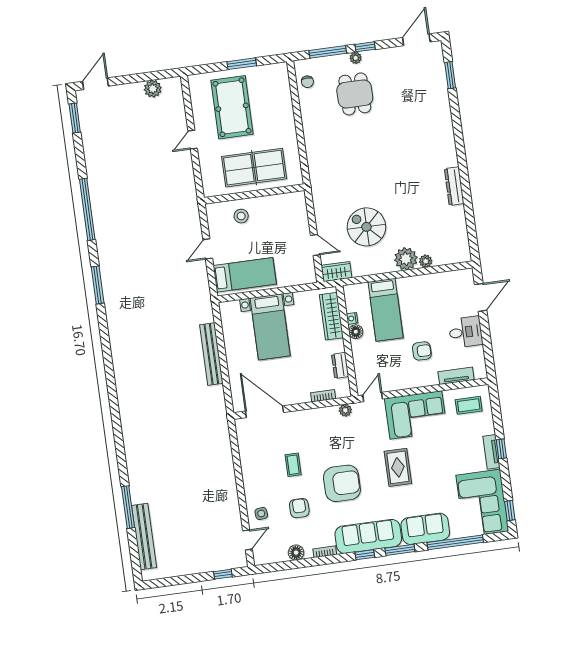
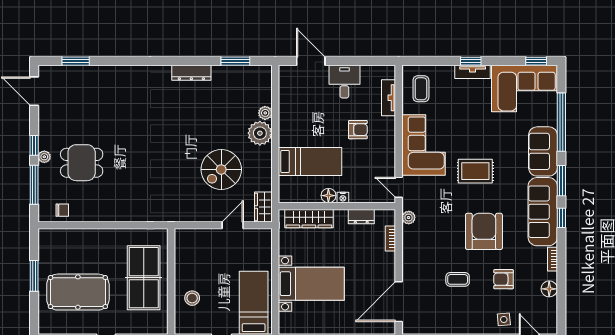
window: (471, 226) -> (235, 61), added
nightstand: (352, 318) -> (343, 197), moved
armchair: (422, 351) -> (358, 130), turned 90

